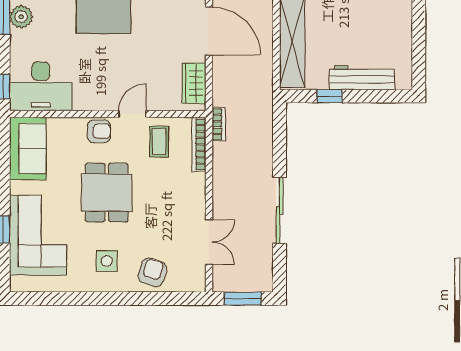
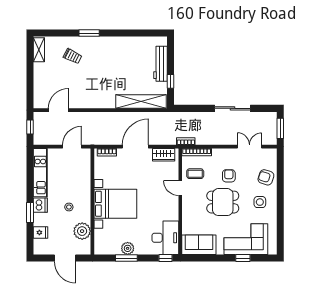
armchair: (99, 131) -> (229, 176), moved

